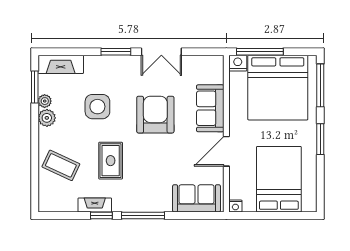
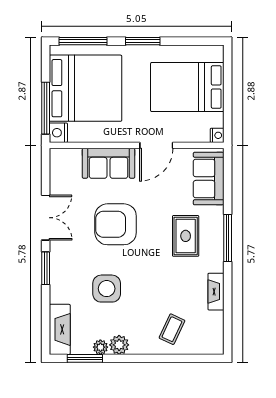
door: (226, 151) -> (156, 145), hinge flipped
rug: (111, 161) -> (186, 236), moved, turned 90
coffee table: (61, 165) -> (172, 329), width x0.73, depth x0.77
window: (101, 216) -> (228, 284), removed

